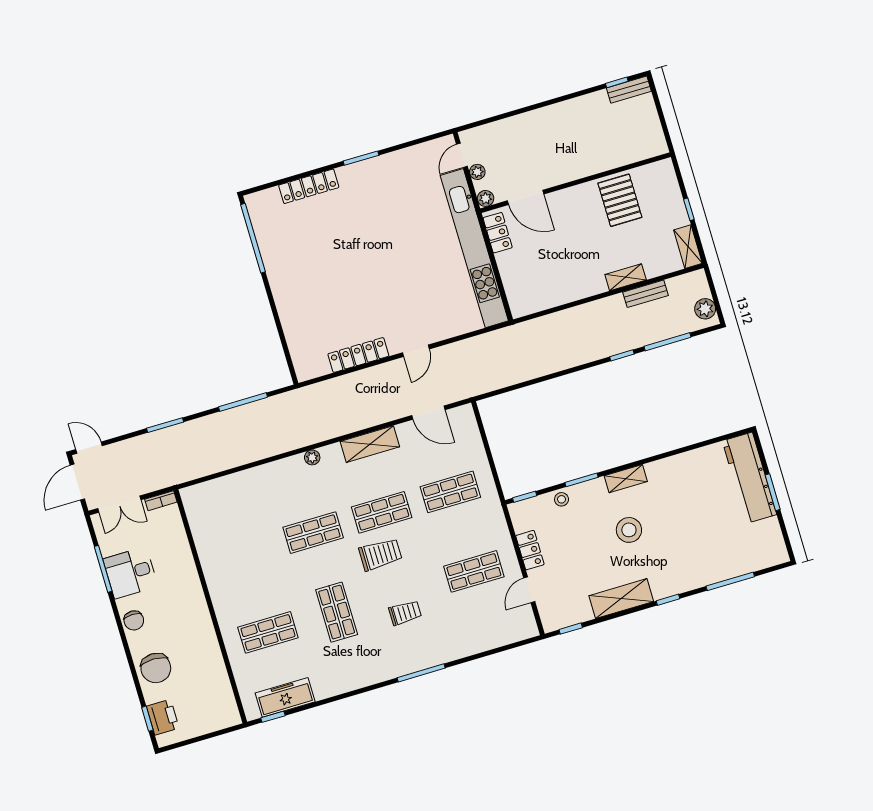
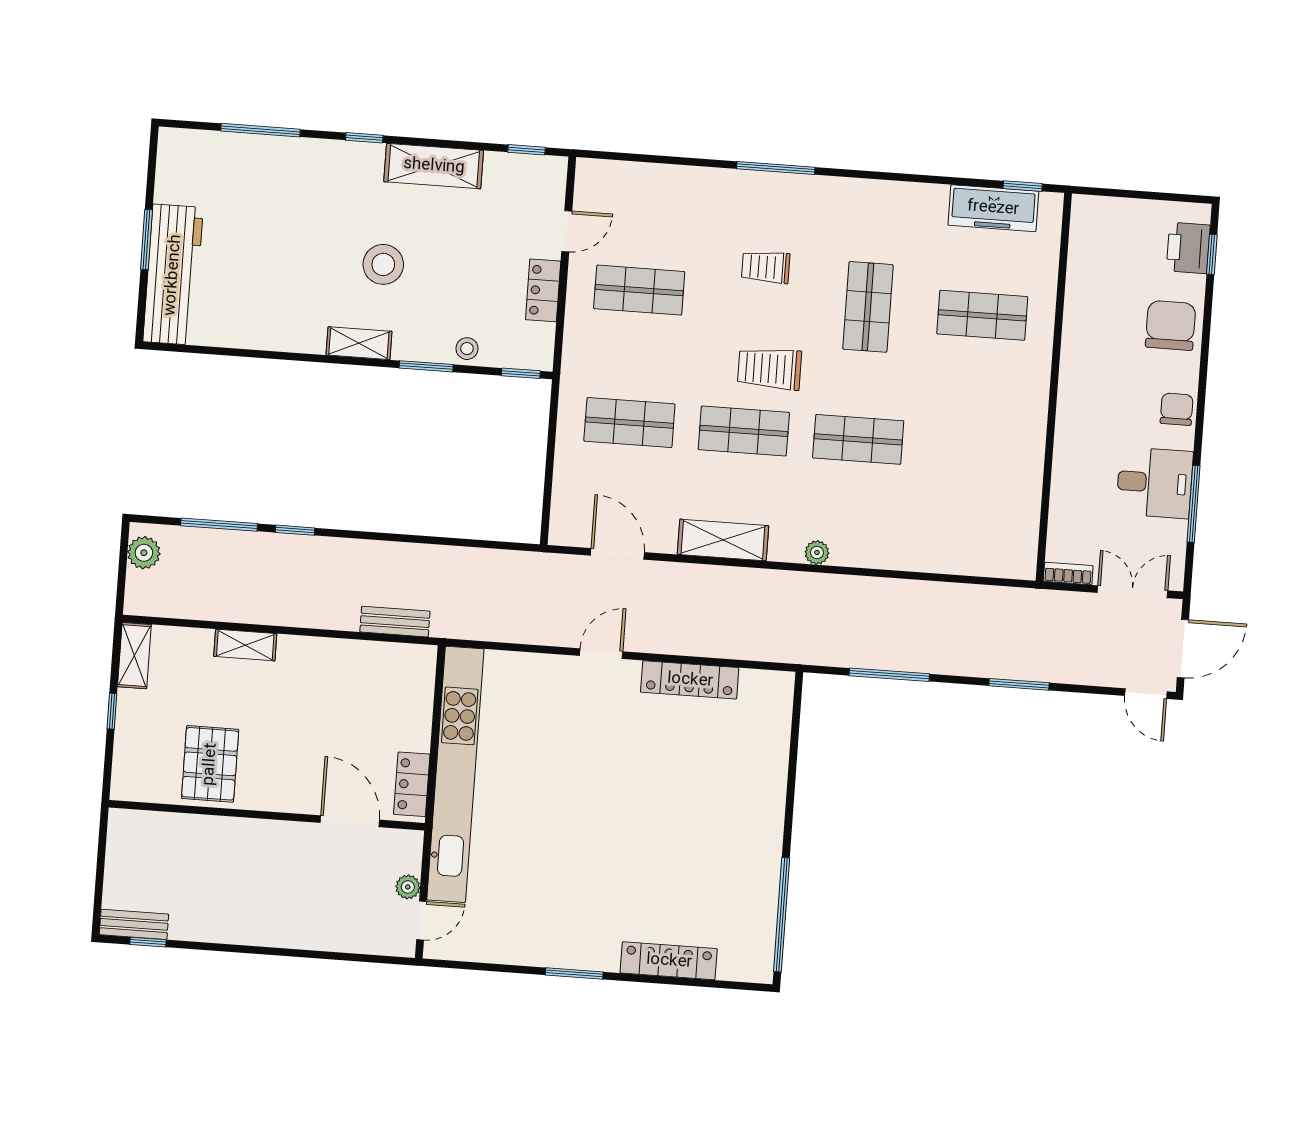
plant: (486, 198) -> (410, 842), removed
bench: (645, 294) -> (395, 622), moved

